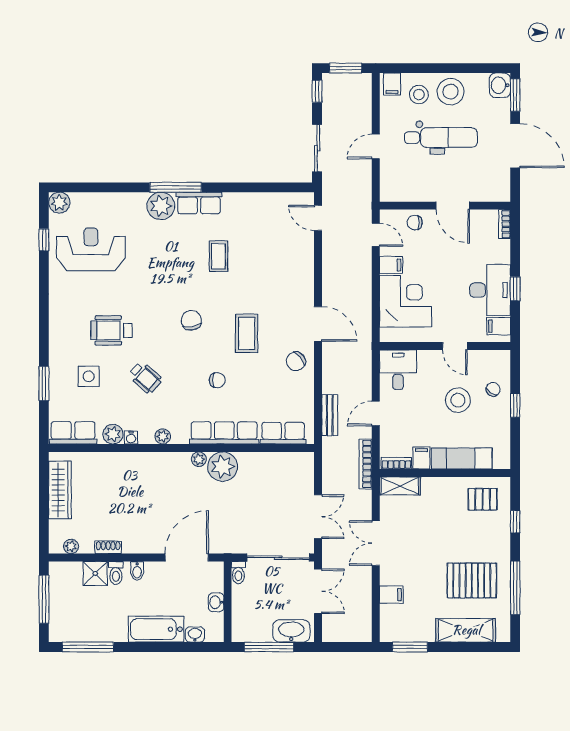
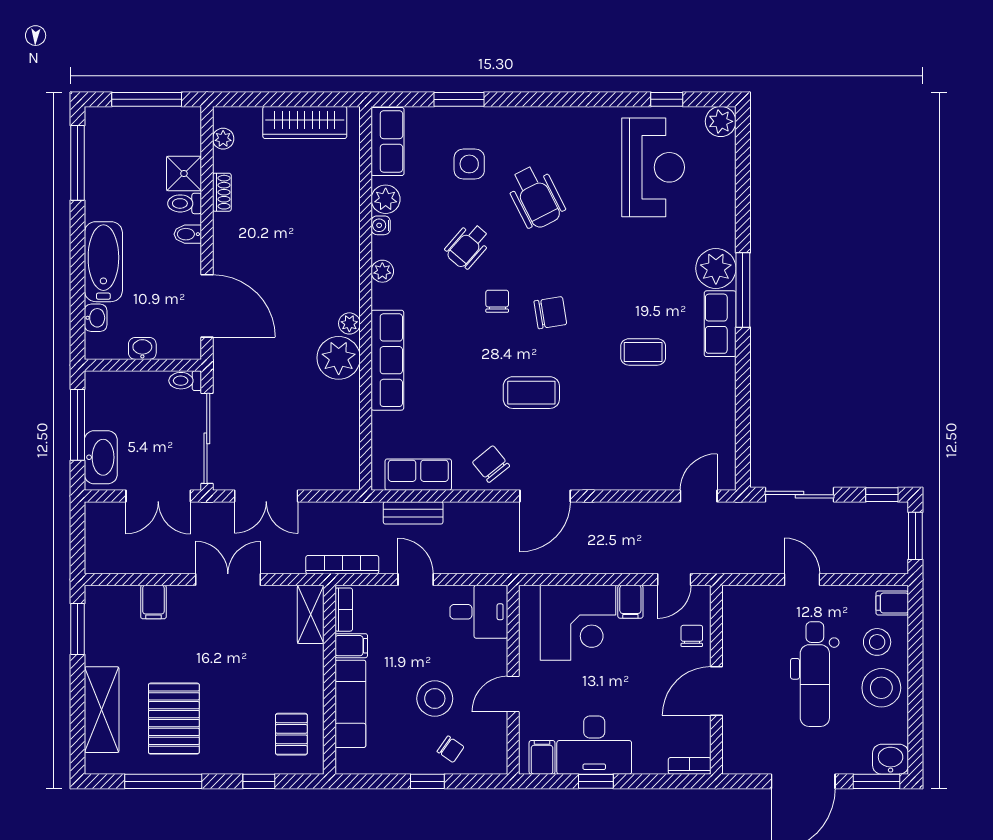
wheelchair: (111, 330) -> (536, 197), turned 153
chair: (217, 380) -> (497, 301), moved, turned 180
row of seats: (283, 433) -> (418, 475), moved, turned -90

